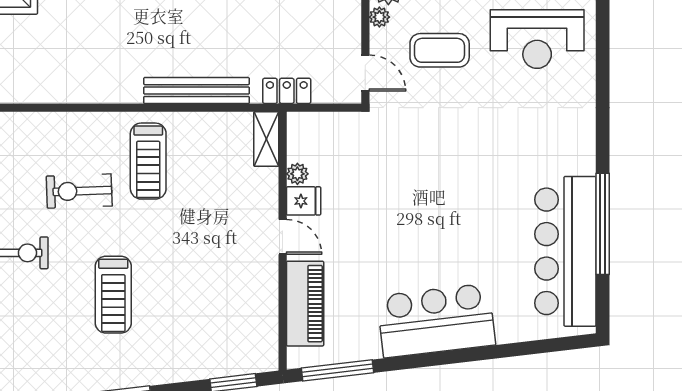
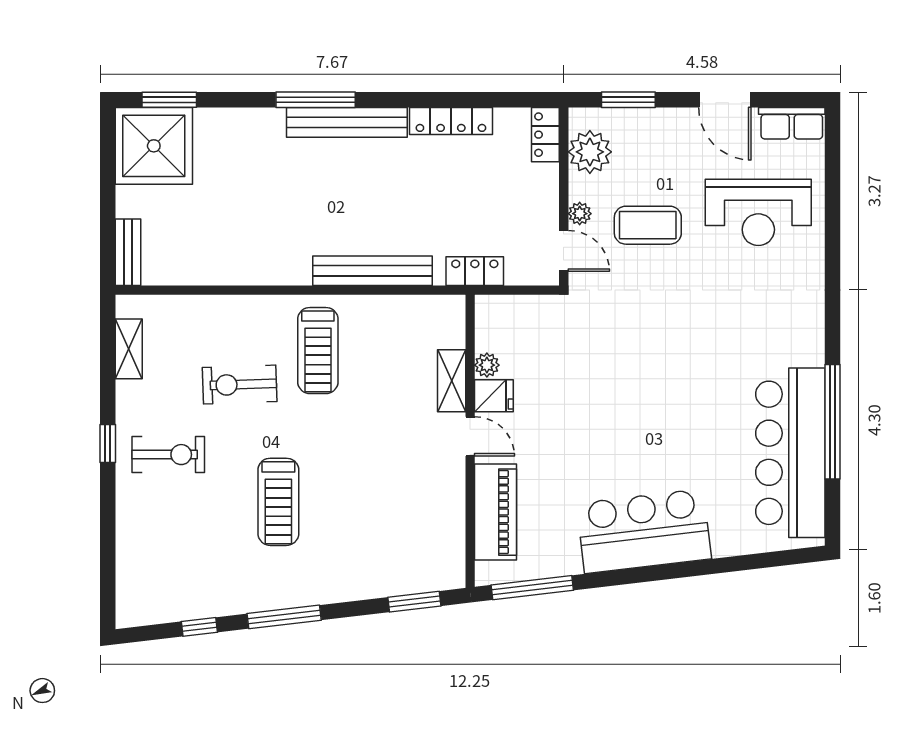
plant: (379, 17) -> (580, 214), moved
shelving: (266, 139) -> (452, 381), moved

